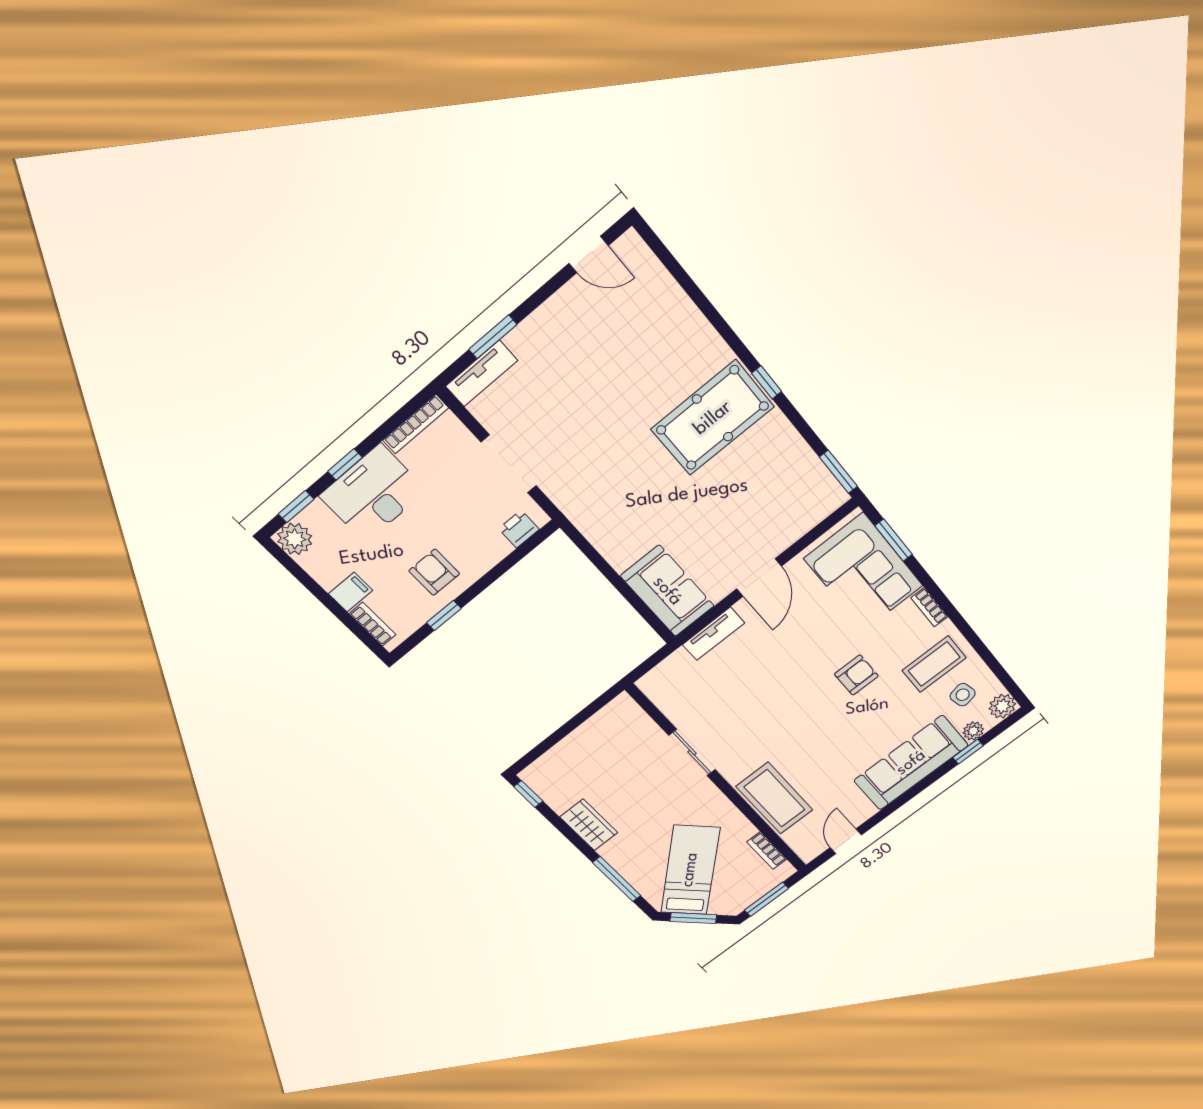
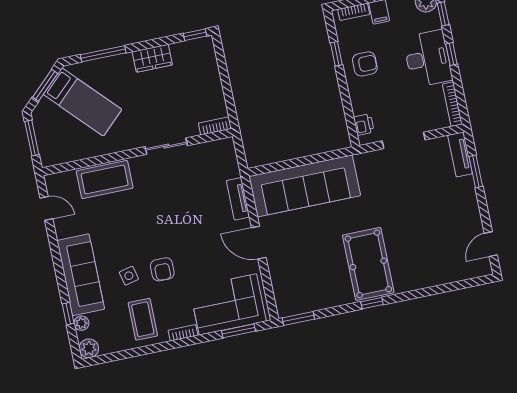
sofa: (667, 591) -> (305, 186), width x1.85, depth x1.27
side table: (963, 695) -> (129, 276), moved
bookcase: (767, 851) -> (215, 126), moved

